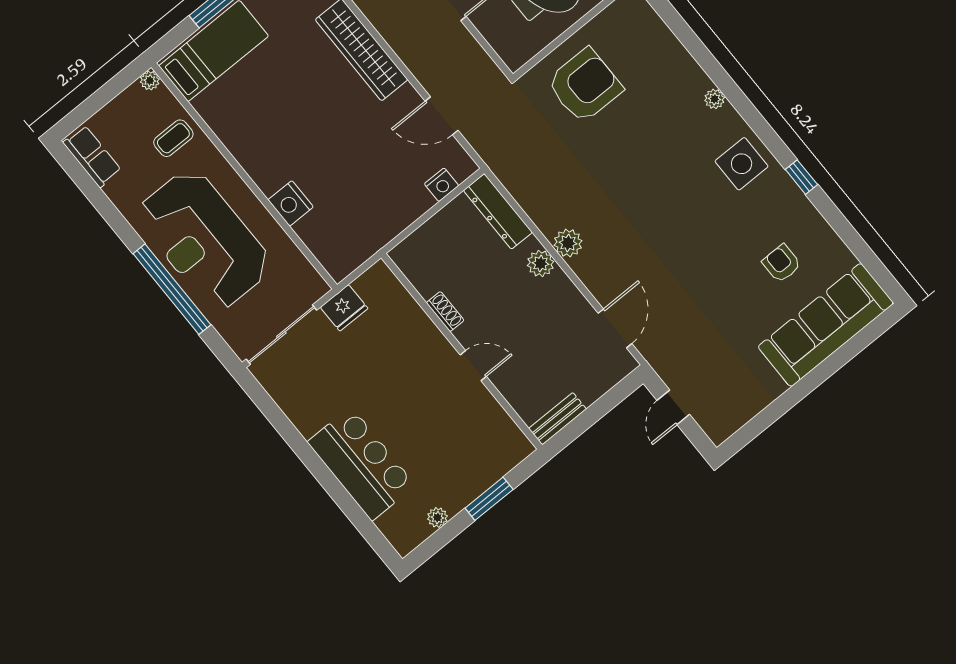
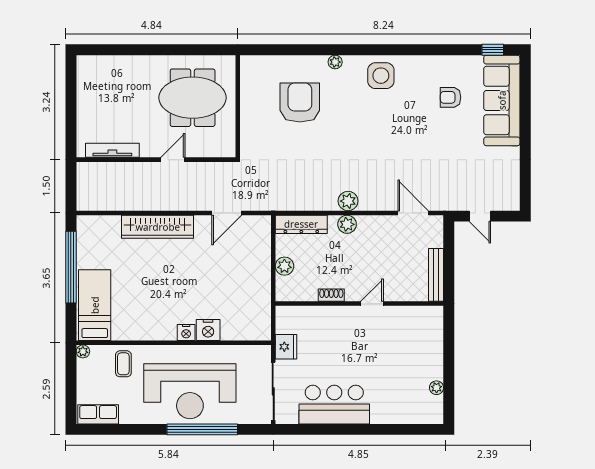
armchair: (585, 86) -> (300, 103), moved
window: (801, 177) -> (493, 50), moved
nightstand: (441, 185) -> (186, 332), moved, turned 90
plant: (435, 231) -> (284, 266), added
bench: (557, 419) -> (436, 275), width x1.36
bar counter: (361, 464) -> (334, 405), moved
window: (489, 499) -> (449, 352), removed

